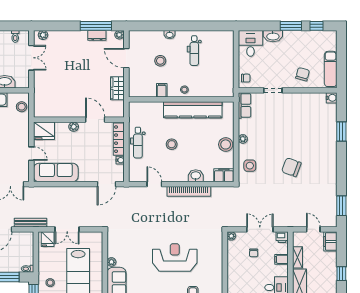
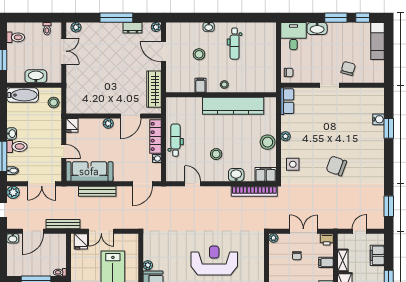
window: (96, 26) -> (116, 18), moved
exam couch: (331, 69) -> (377, 41), moved
wardrobe: (117, 88) -> (154, 89), width x1.50
doorway: (273, 90) -> (329, 85), moved
water cooler: (332, 98) -> (378, 119), moved
door: (95, 120) -> (131, 116), swing flipped
fridge: (44, 131) -> (72, 125), width x0.53, depth x0.75
dental chair: (138, 143) -> (175, 140), turned 180
stool: (172, 144) -> (216, 154), moved
bench: (63, 191) -> (97, 191), added
bookcase: (189, 191) -> (254, 191), moved
door: (313, 229) -> (359, 231), hinge flipped
filing cabinet: (330, 241) -> (377, 255), moved

